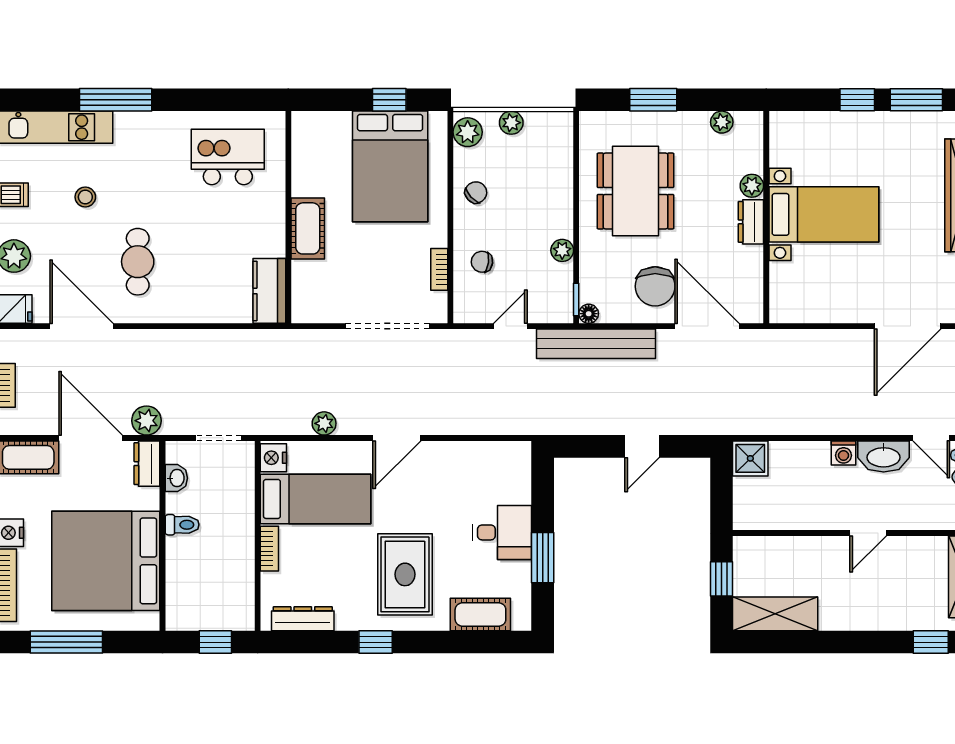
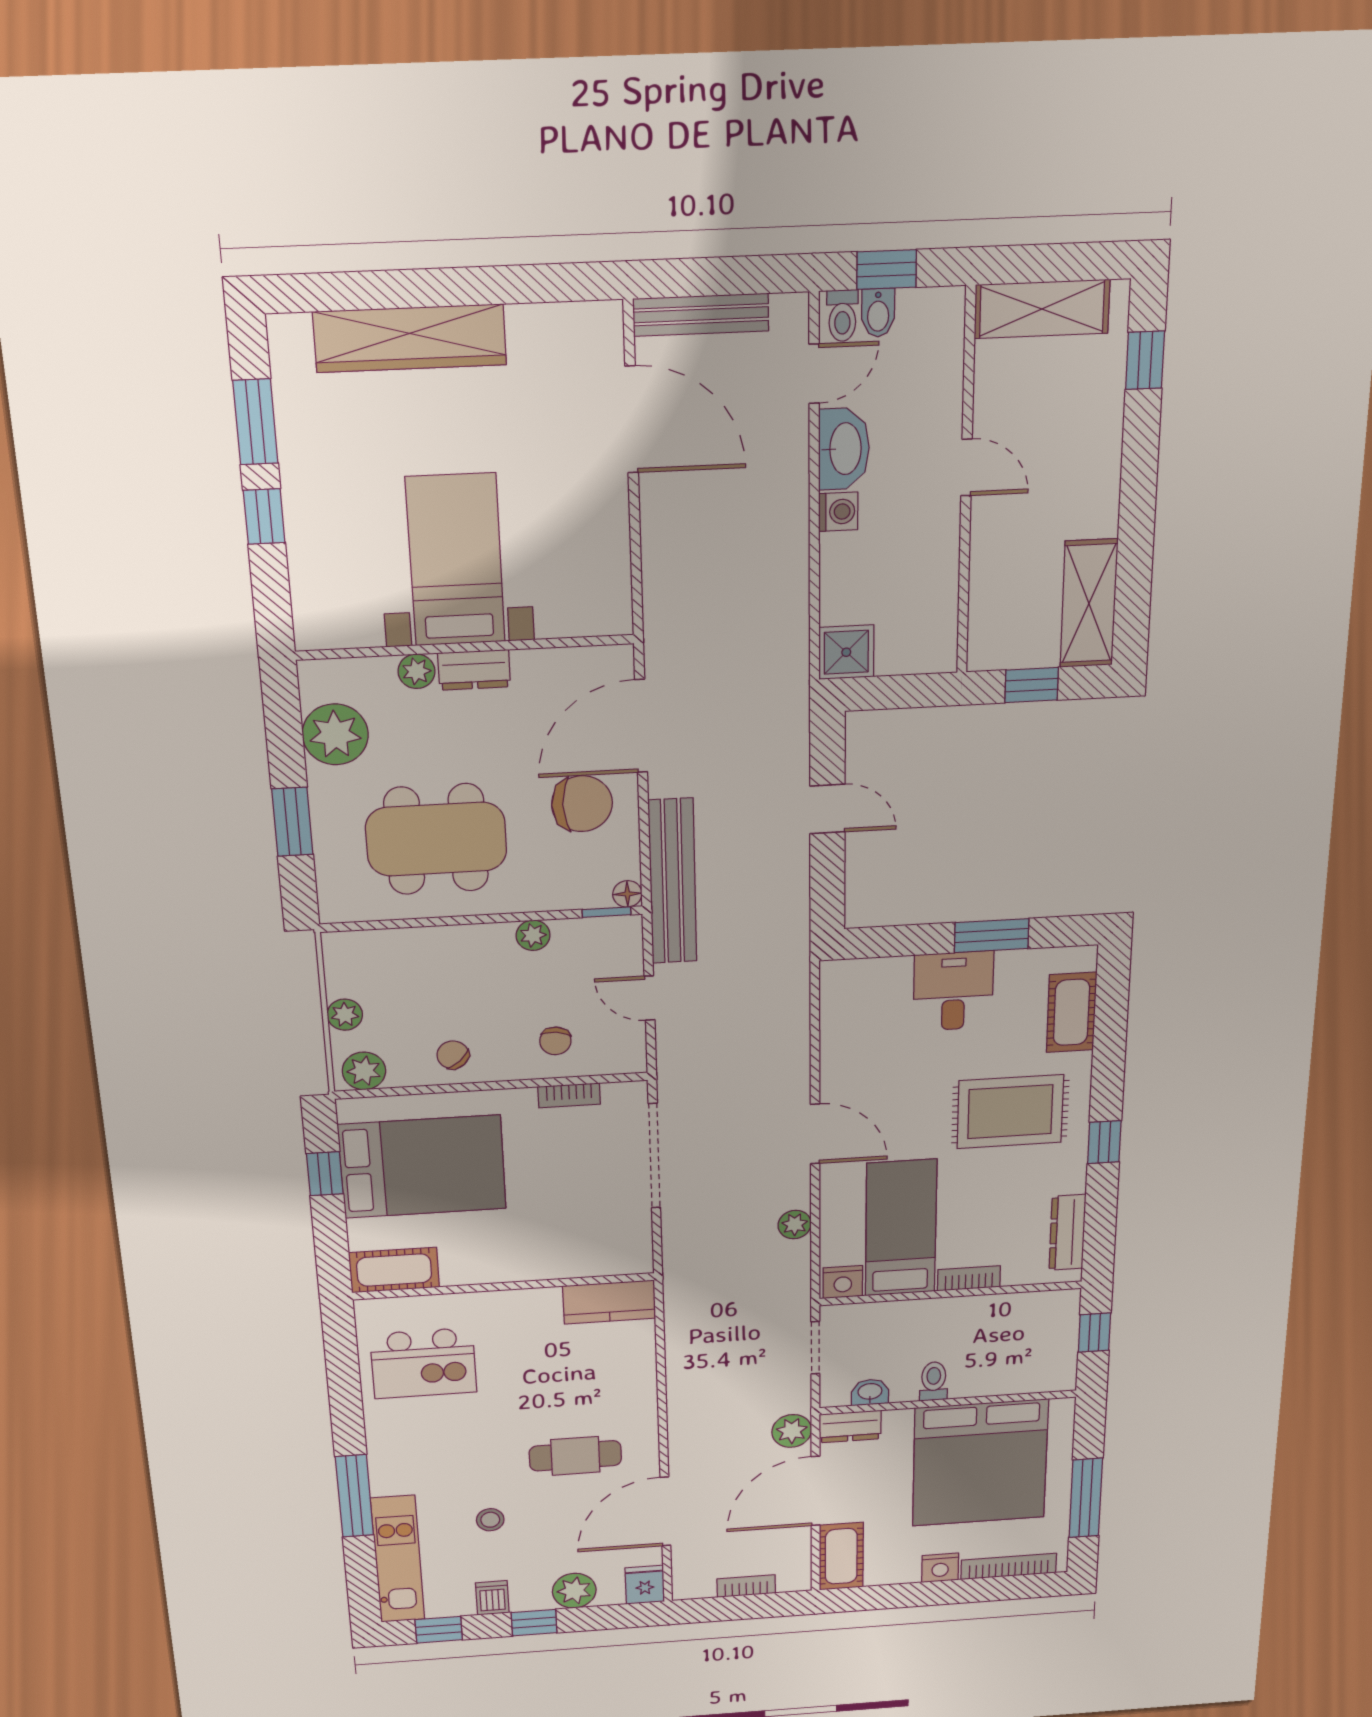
plant: (722, 122) -> (335, 734), width x1.88, depth x1.88
kitchen island: (228, 157) -> (423, 1363), turned -90
cot: (308, 228) -> (394, 1270), moved

